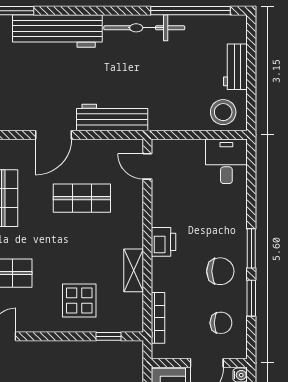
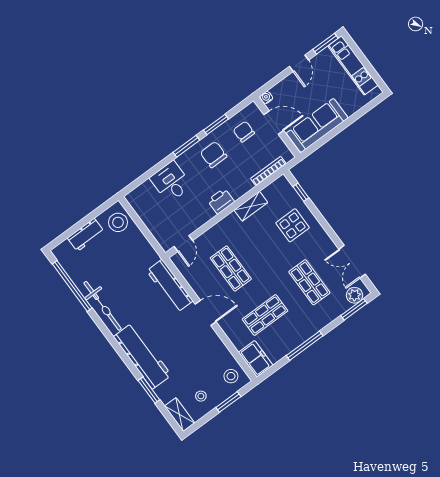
desk: (226, 161) -> (171, 182), moved, turned 90

